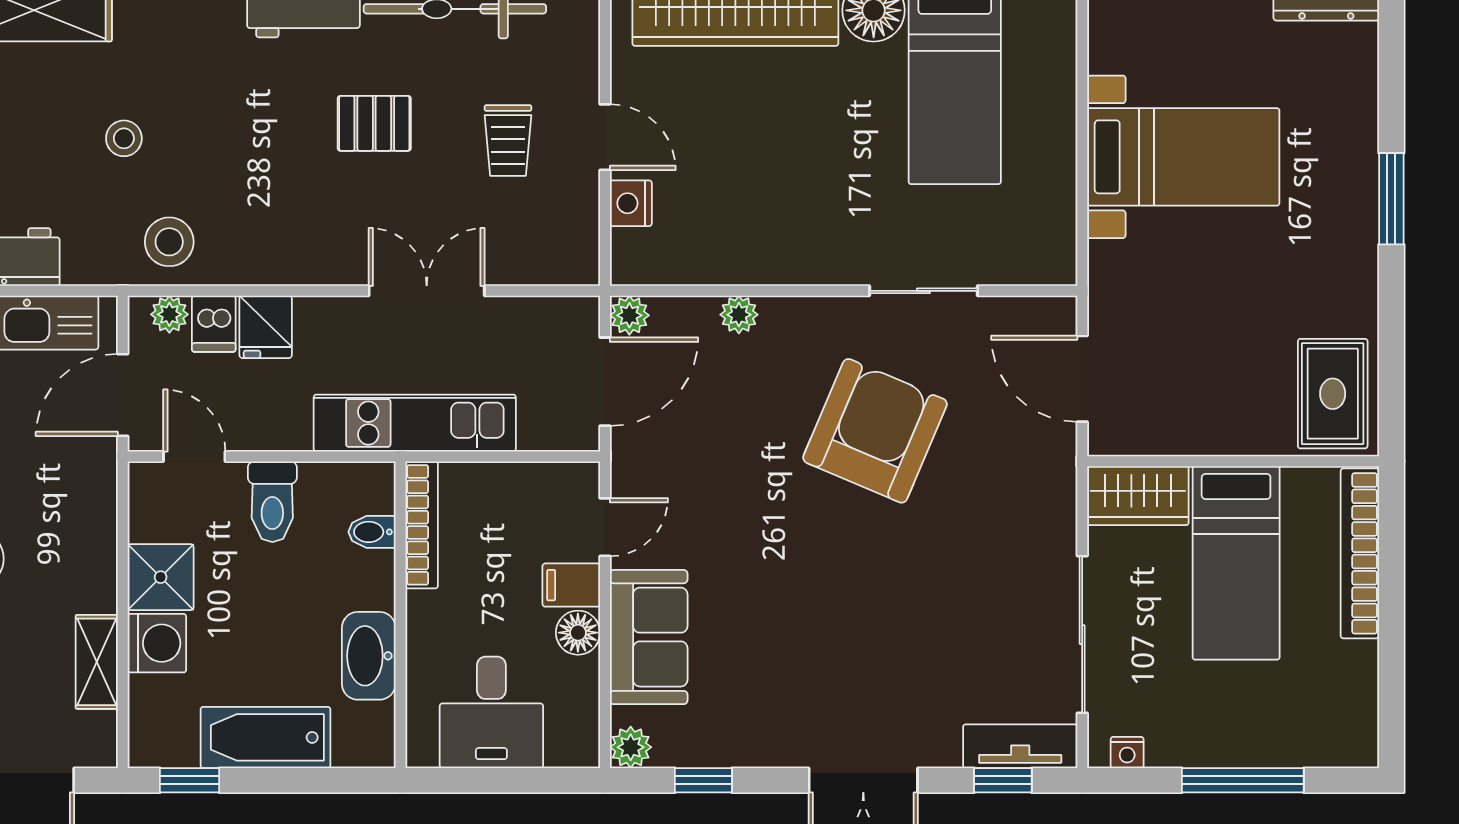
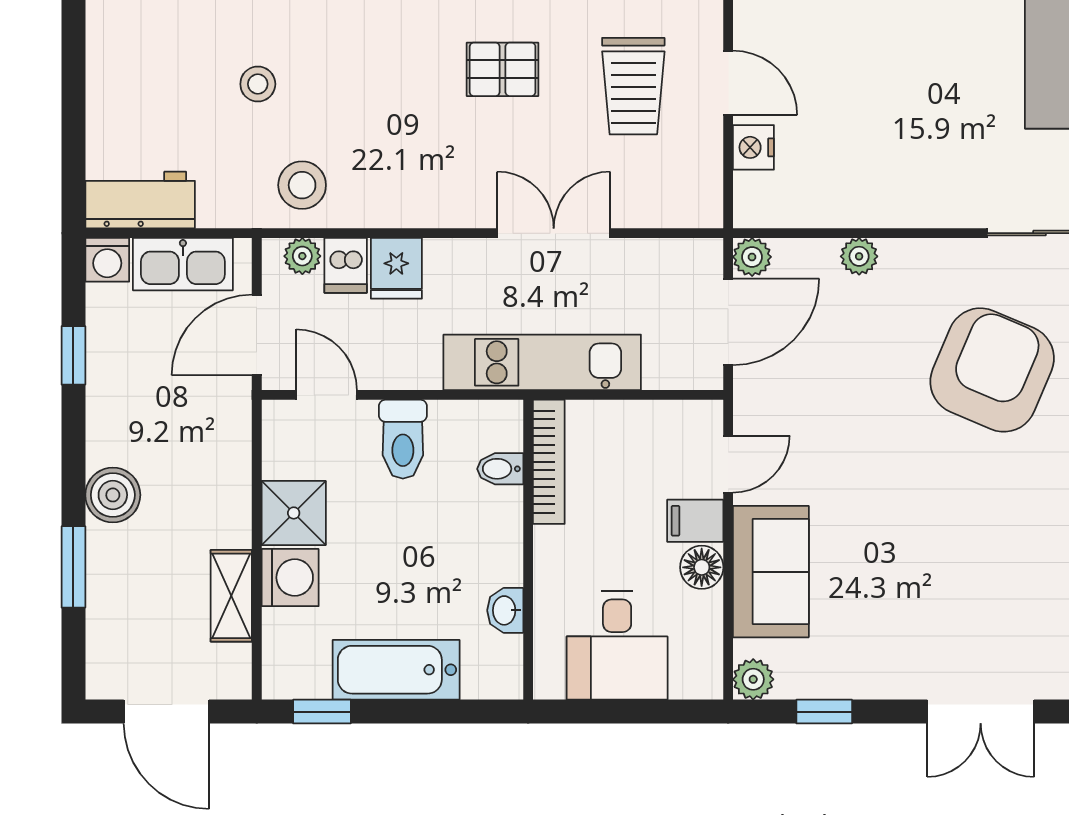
trolley: (508, 141) -> (633, 86), width x1.36, depth x1.39
washbasin: (369, 656) -> (505, 610), width x0.52, depth x0.69

